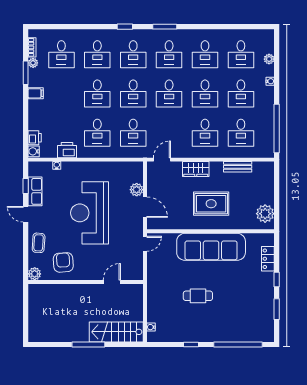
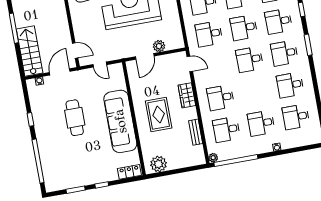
plant: (269, 59) -> (213, 158), moved
desk: (205, 93) -> (255, 91), removed
door: (145, 244) -> (100, 65), moved
locker: (268, 259) -> (129, 172), moved
door: (112, 282) -> (75, 51), moved
cafe table: (198, 296) -> (75, 118), width x1.37, depth x1.35
door: (145, 303) -> (60, 72), added

